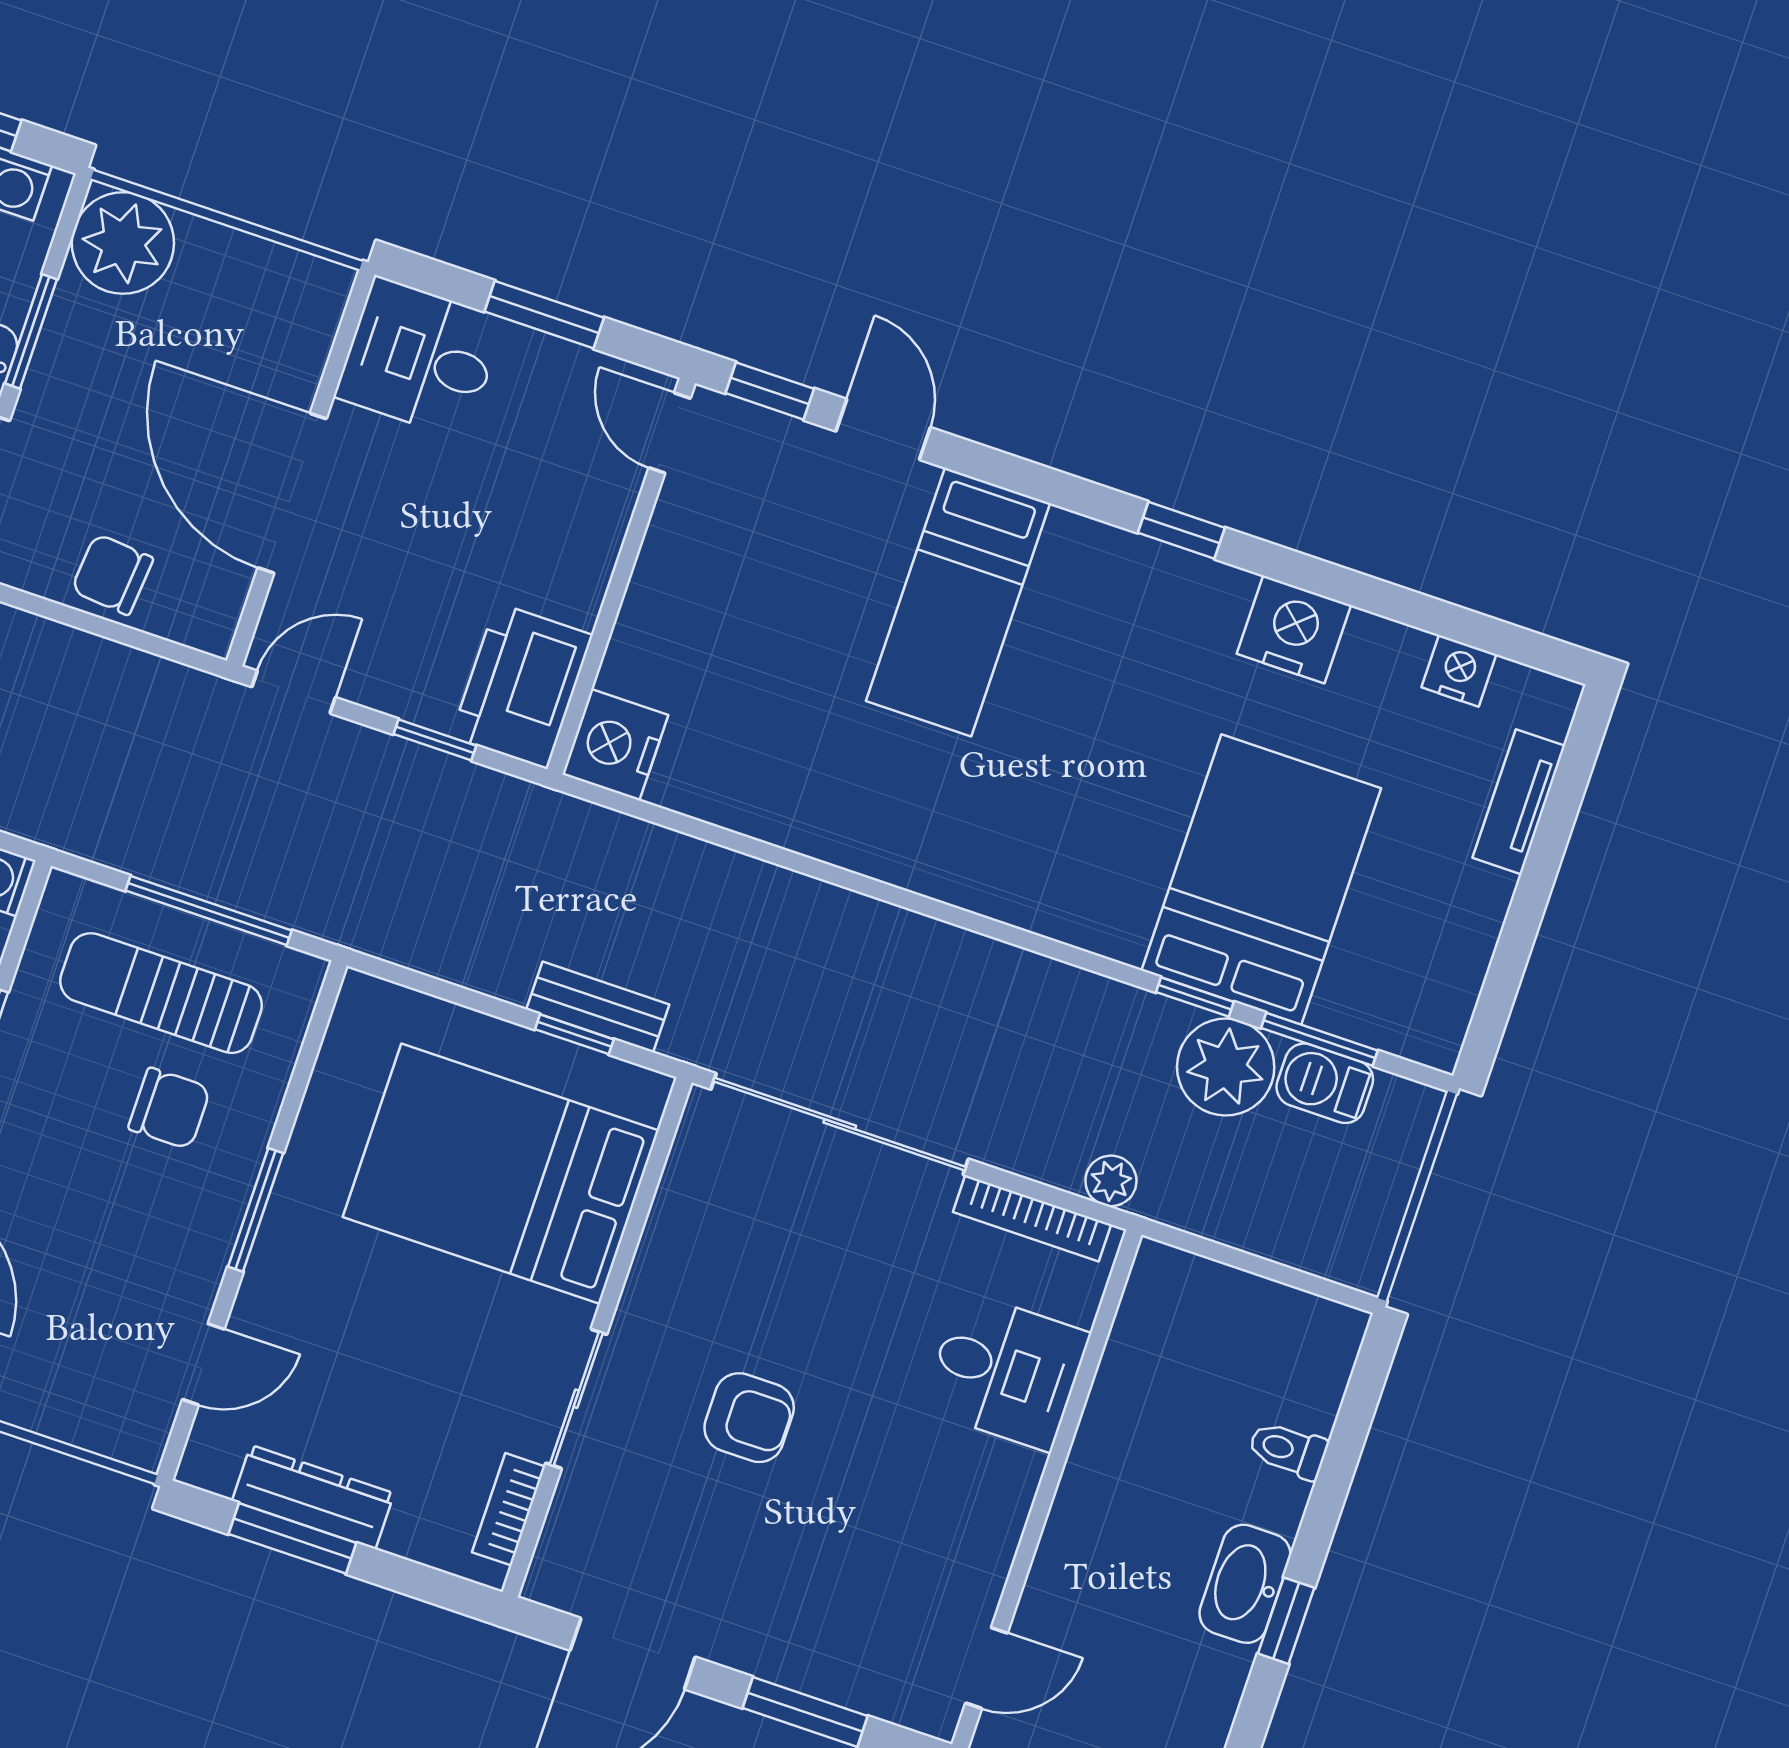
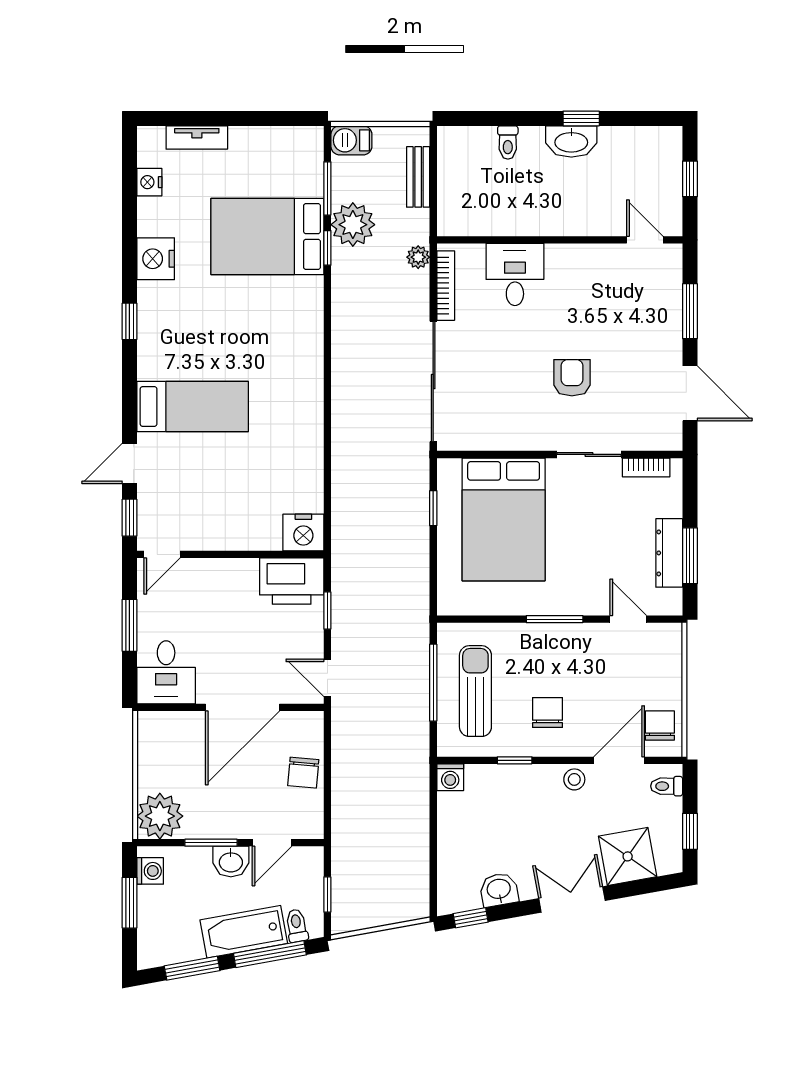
sun lounger: (161, 993) -> (475, 691), turned 180
bench: (598, 1007) -> (418, 177), moved
barbecue: (1325, 1083) -> (351, 140), moved, turned 90
chair: (169, 1108) -> (547, 712), moved

